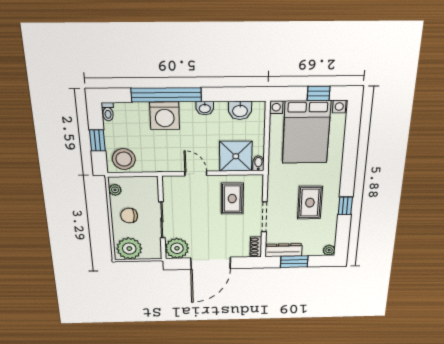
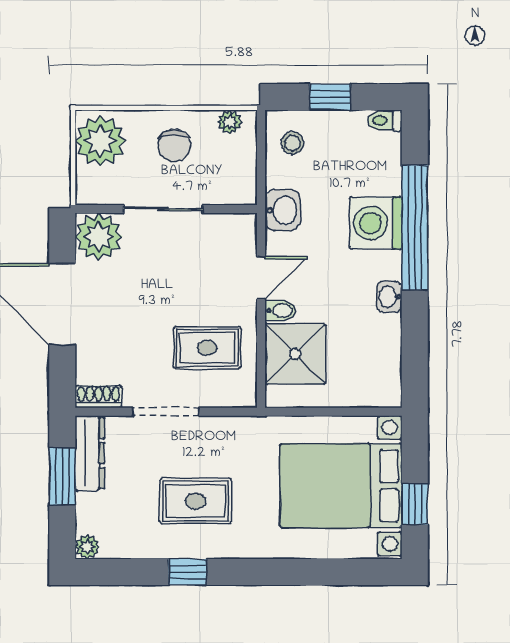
washbasin: (240, 110) -> (283, 210), moved, turned 180
stool: (124, 159) -> (293, 143), width x0.53, depth x0.53
bidet: (258, 163) -> (280, 311), moved
chair: (129, 216) -> (174, 145), turned 180

